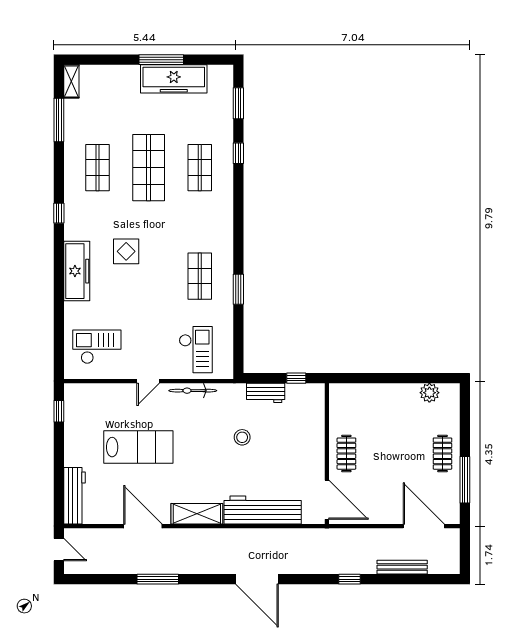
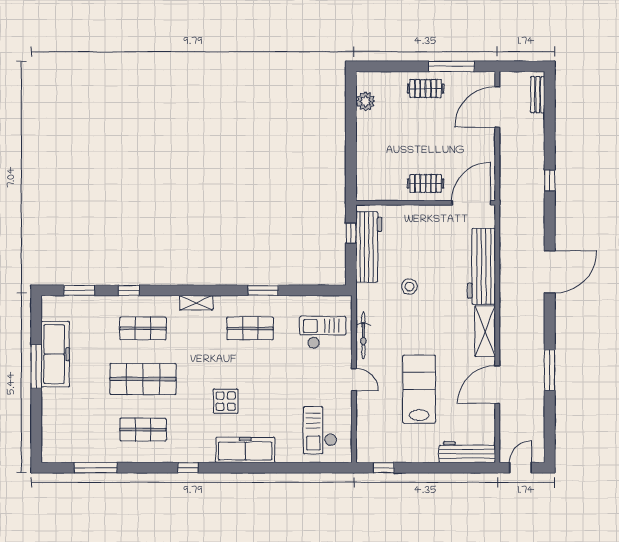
shelving: (71, 81) -> (196, 303), moved
workbench: (266, 393) -> (369, 247), width x1.88, depth x1.32
bench: (402, 567) -> (538, 95), moved, width x0.73

